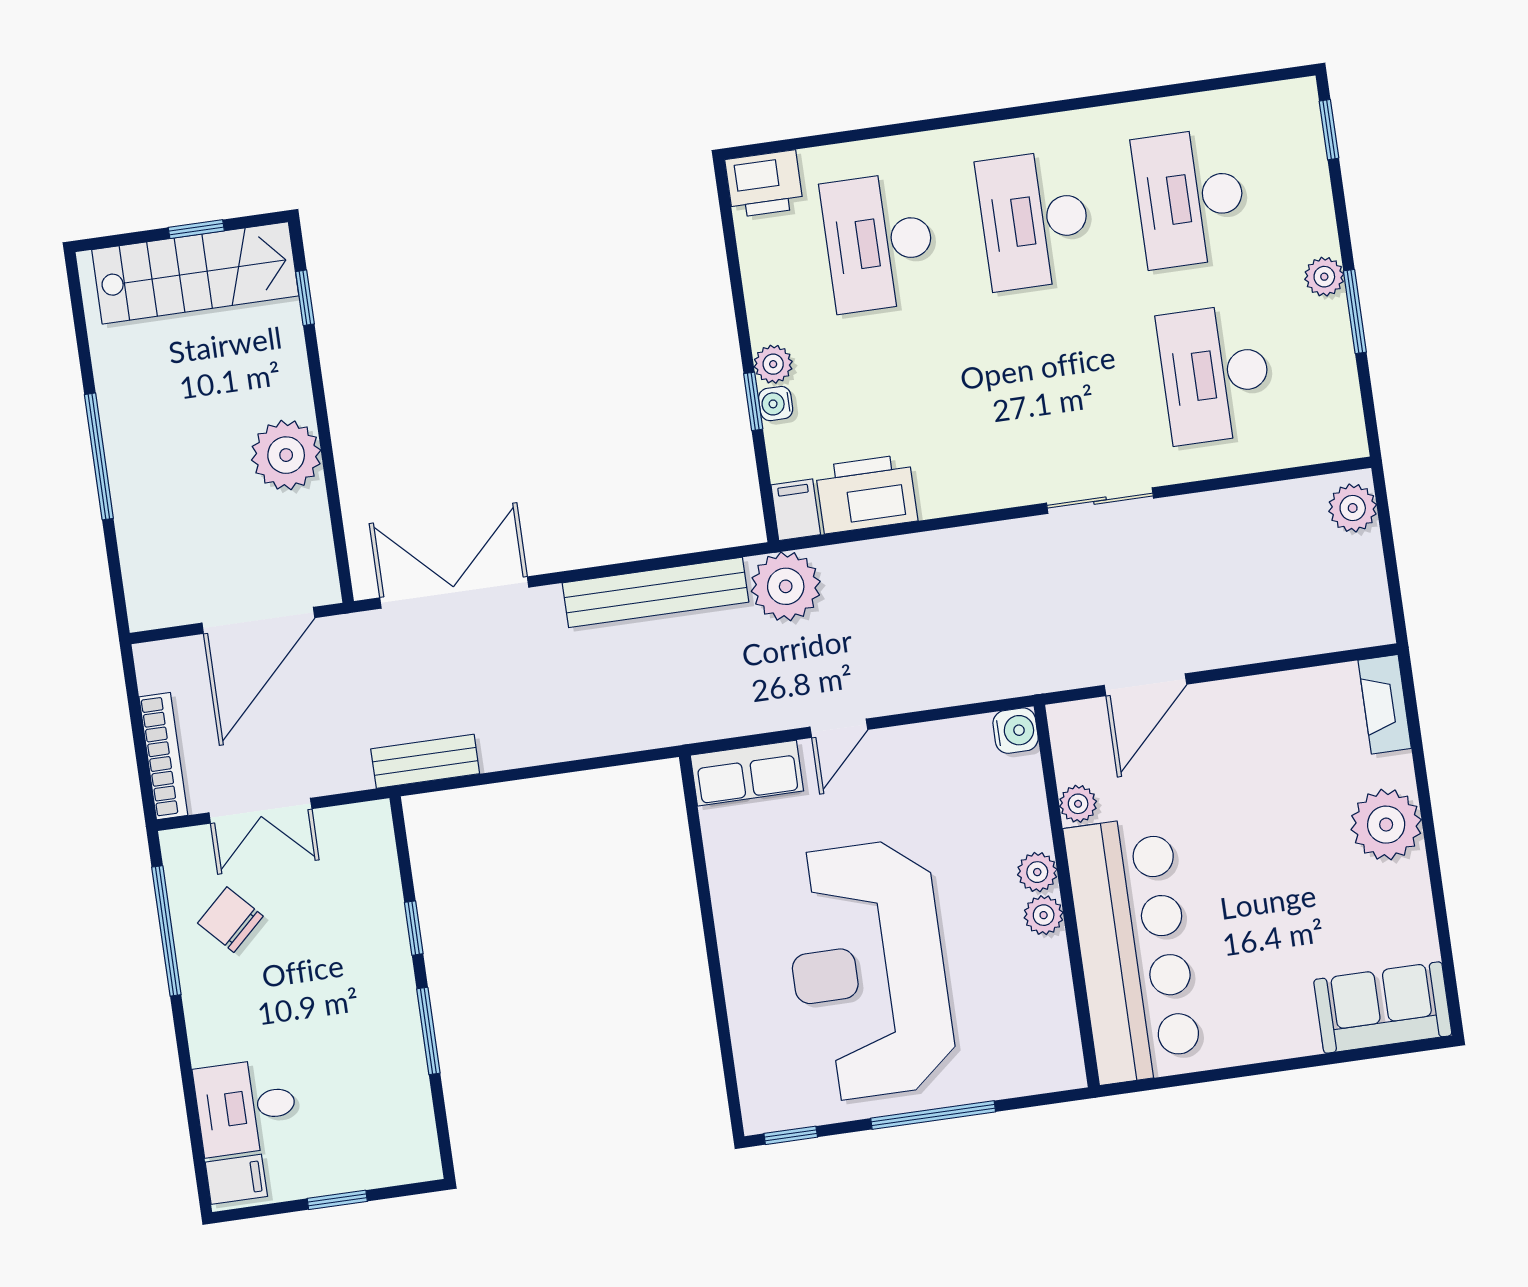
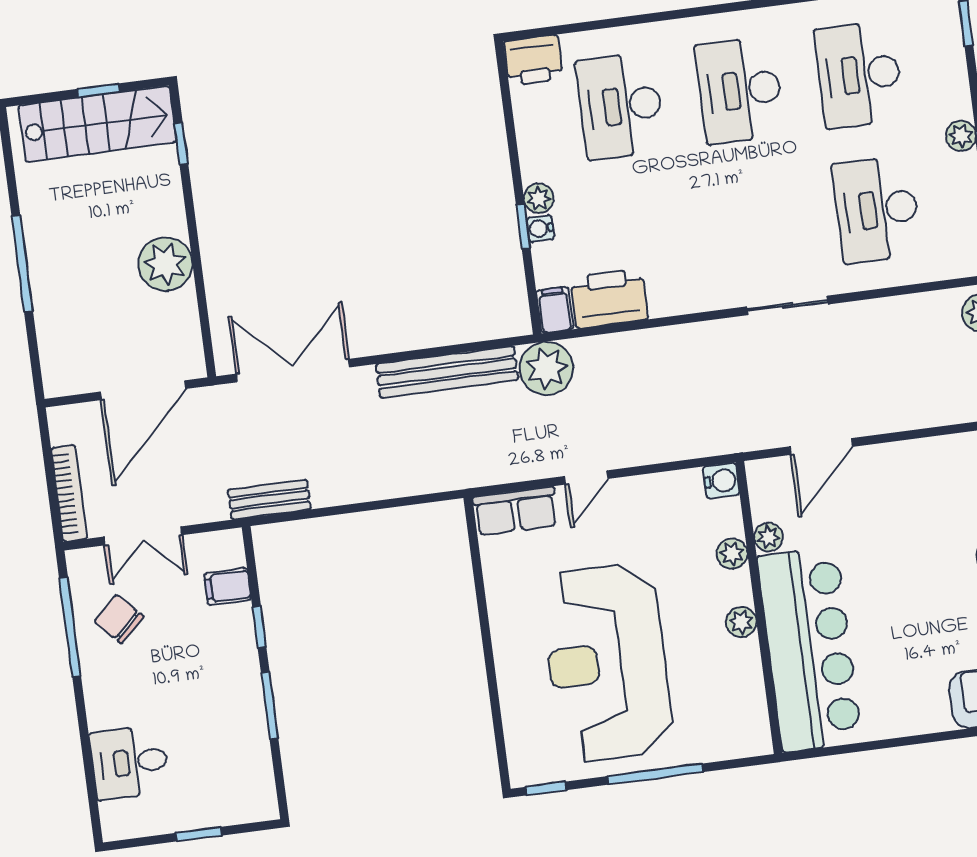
plant: (1037, 872) -> (732, 554), moved
filing cabinet: (236, 1179) -> (228, 587), moved, turned 180

